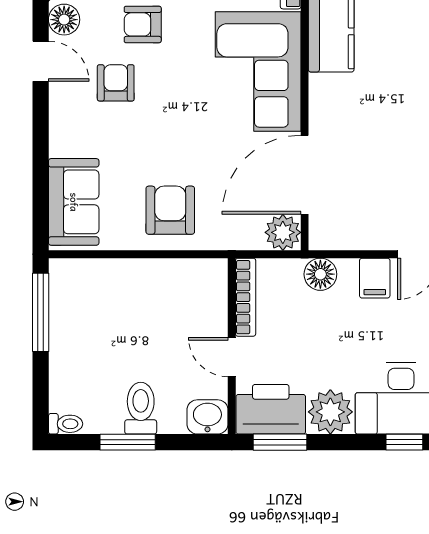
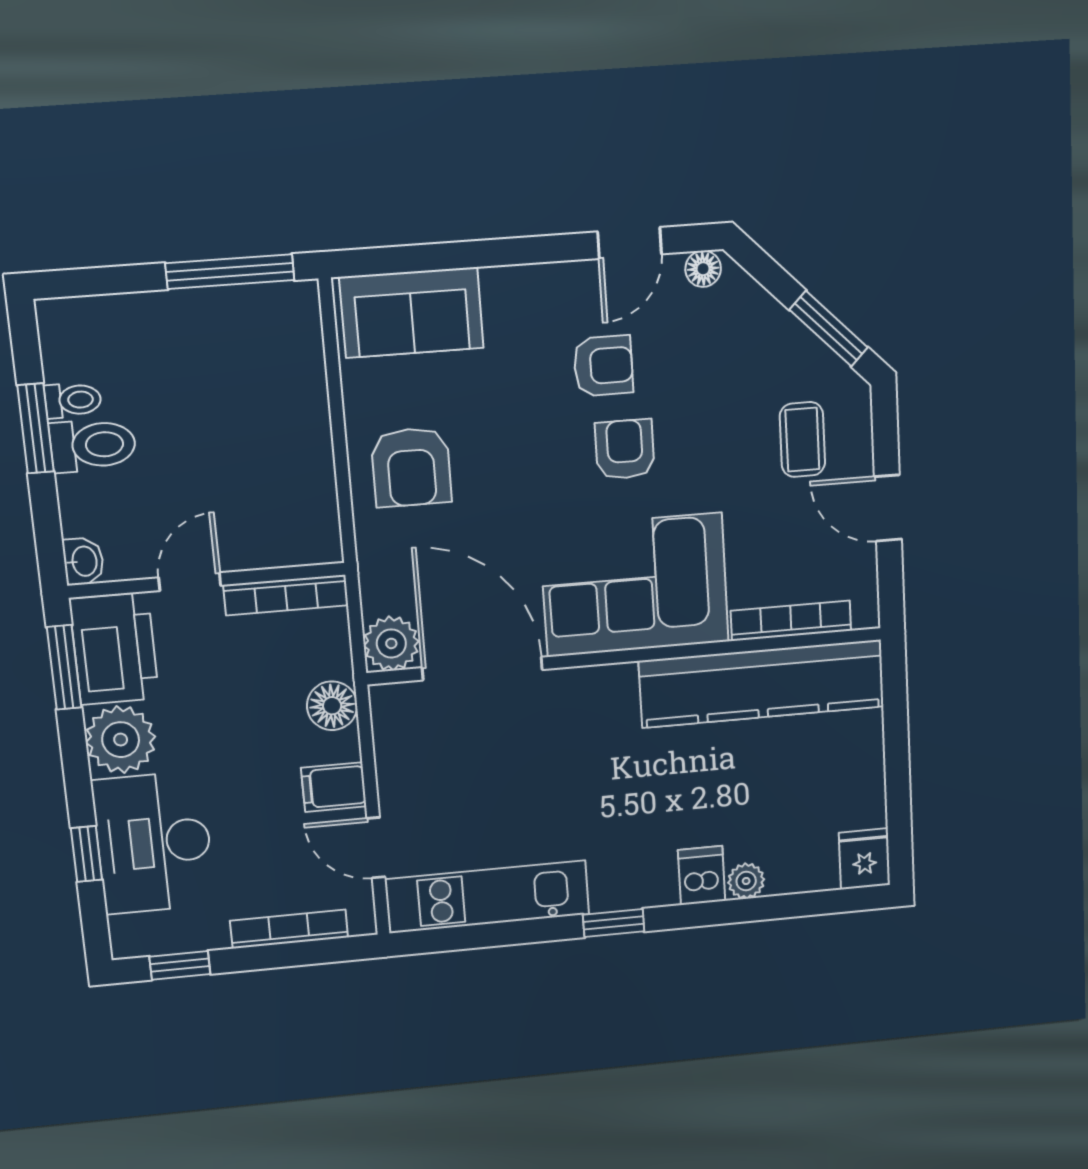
floor lamp: (64, 20) -> (703, 269), width x0.73, depth x0.73
armchair: (143, 24) -> (625, 449), moved
armchair: (170, 210) -> (411, 467), turned 90
washbasin: (207, 417) -> (83, 561), width x0.72, depth x0.69
toilet: (66, 424) -> (73, 400), moved, turned -90

